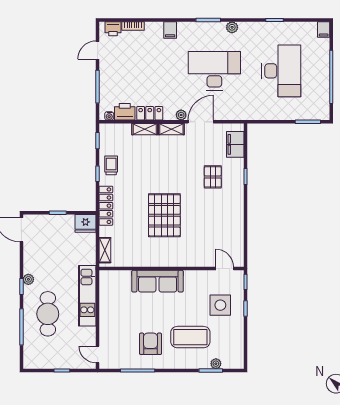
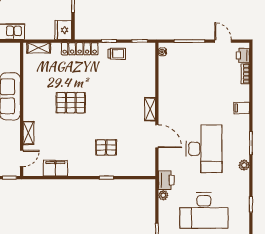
printer: (125, 112) -> (166, 180), moved
locker: (150, 113) -> (165, 89), removed
plant: (181, 115) -> (163, 195), moved
shelving: (145, 129) -> (28, 133), moved
filing cabinet: (235, 144) -> (55, 168), moved
pallet: (164, 215) -> (71, 103), width x0.73, depth x0.71

